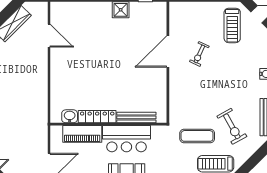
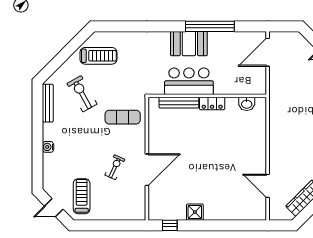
locker: (97, 117) -> (212, 104), width x0.66
piano: (82, 134) -> (234, 86), removed
exercise mat: (197, 136) -> (123, 117), moved

